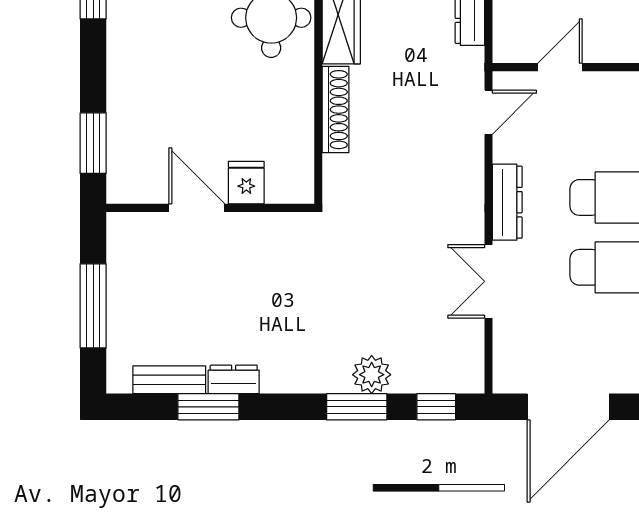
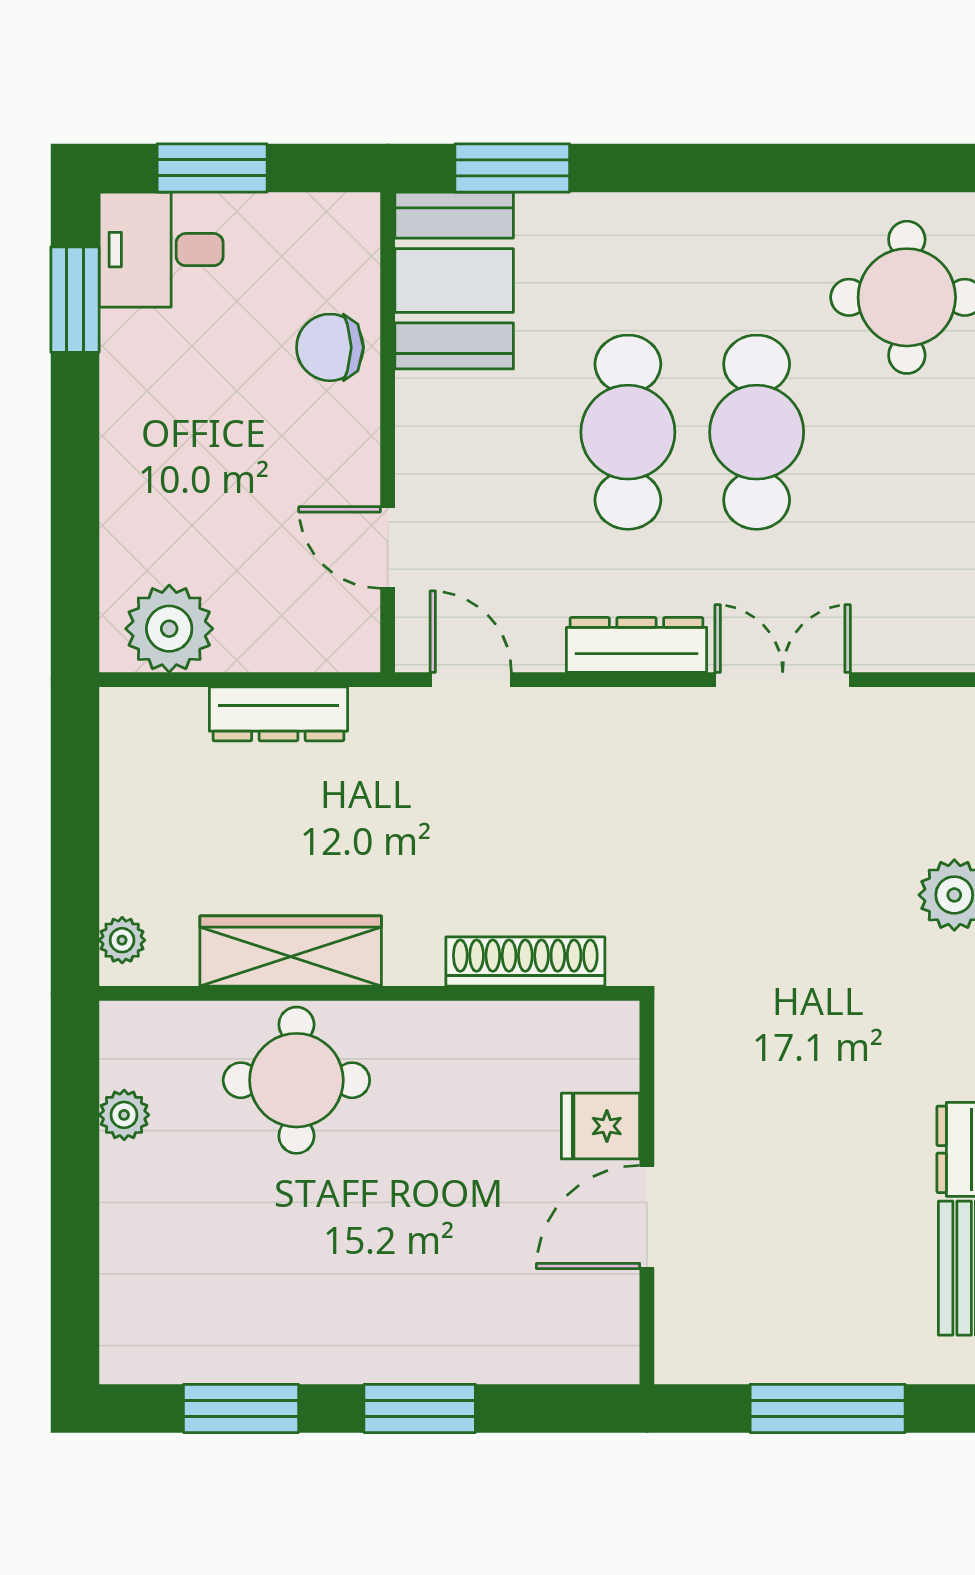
shoe rack: (336, 110) -> (525, 961), moved
window: (93, 143) -> (420, 1408), moved
double door: (488, 281) -> (783, 680), swing flipped

